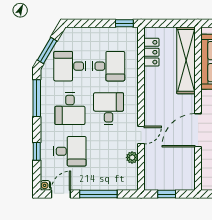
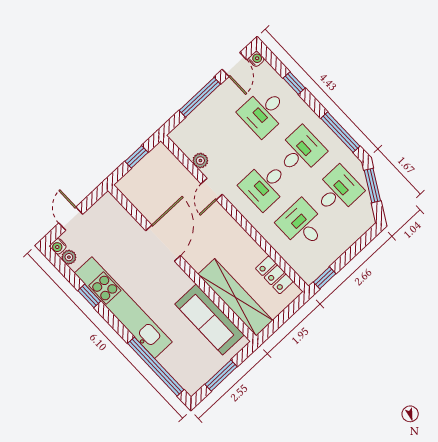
desk: (109, 66) -> (302, 225), turned 90
desk: (70, 109) -> (301, 151), turned 90
desk: (109, 109) -> (265, 185), turned 90

